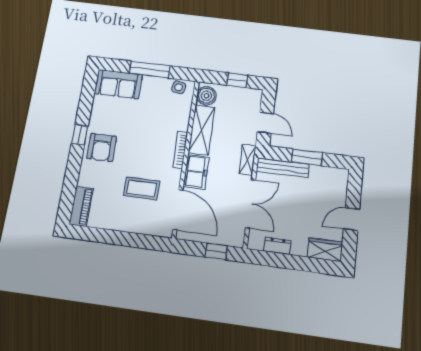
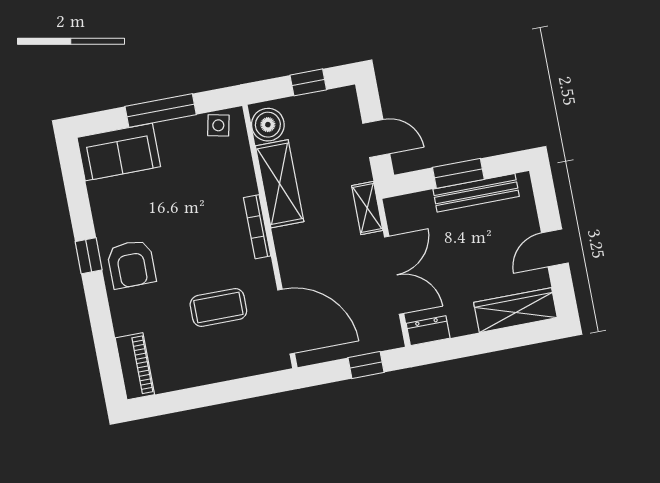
bench: (282, 168) -> (476, 193), moved
freezer: (196, 172) -> (294, 254), removed
dresser: (277, 246) -> (428, 331), moved
wardrobe: (325, 250) -> (515, 310), width x1.50

